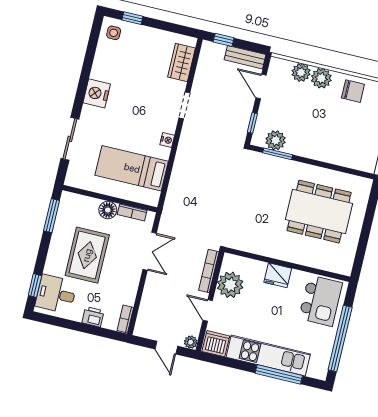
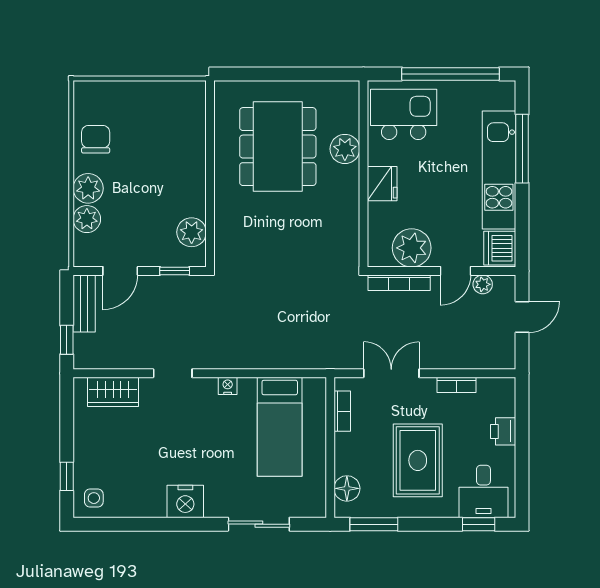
window: (278, 154) -> (210, 225), removed
floor lamp: (108, 210) -> (347, 488), moved
rug: (87, 255) -> (418, 460), turned 90
plant: (307, 256) -> (345, 149), added
bookcase: (125, 319) -> (457, 385), moved
plant: (191, 342) -> (483, 284), moved

